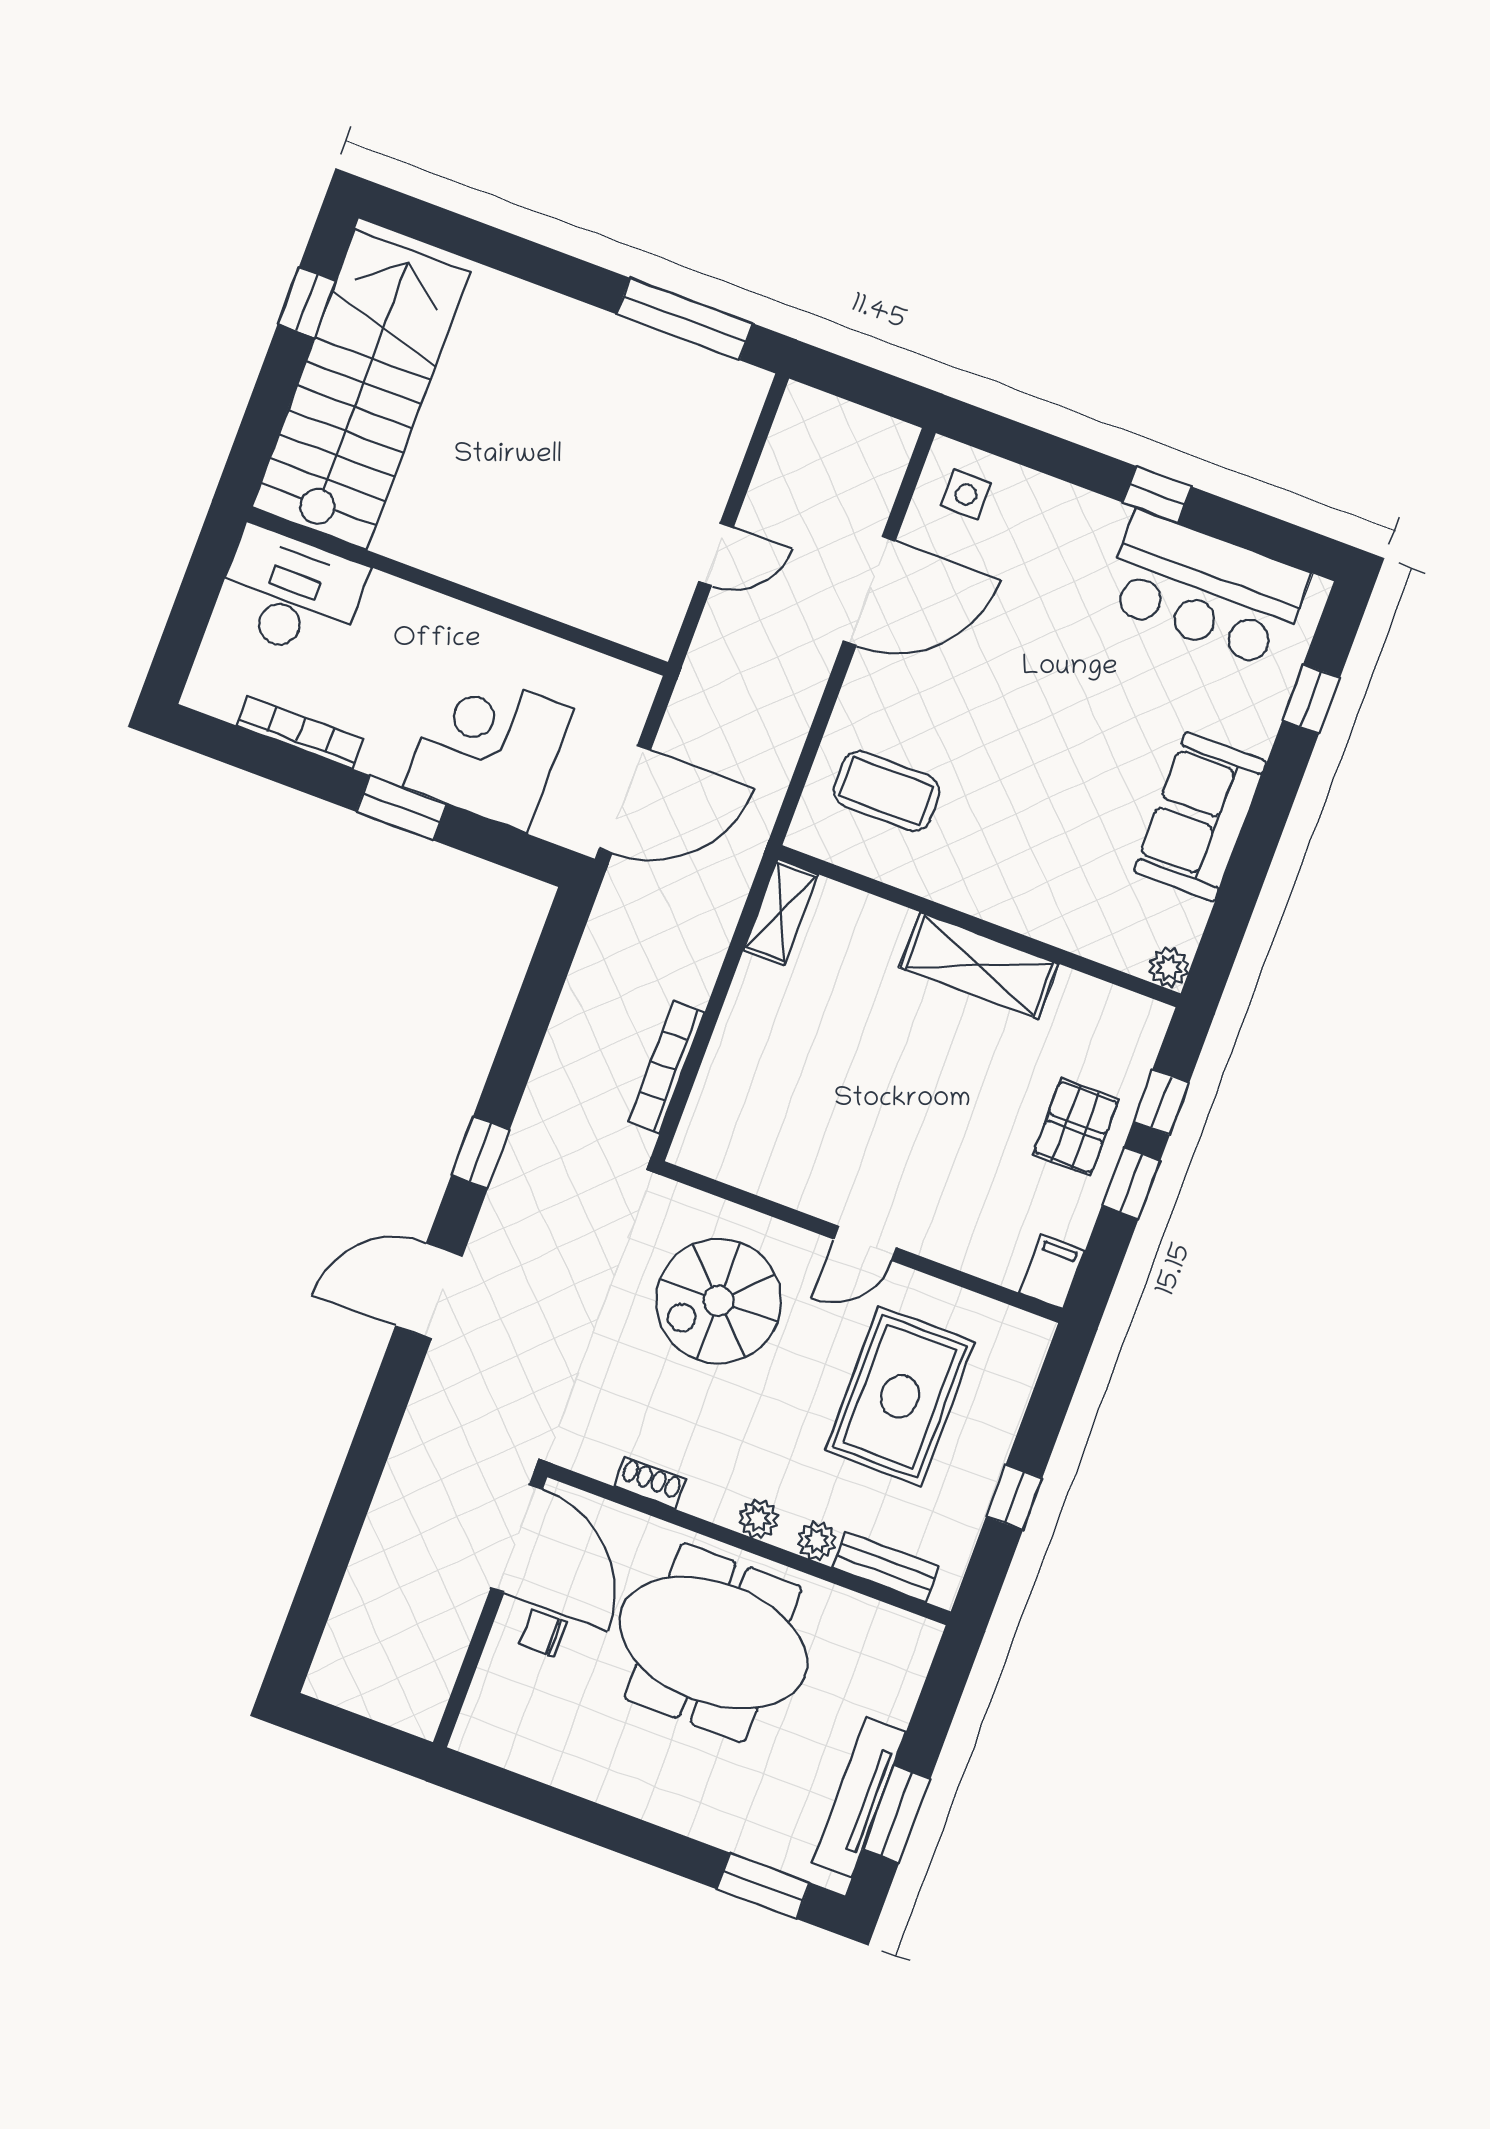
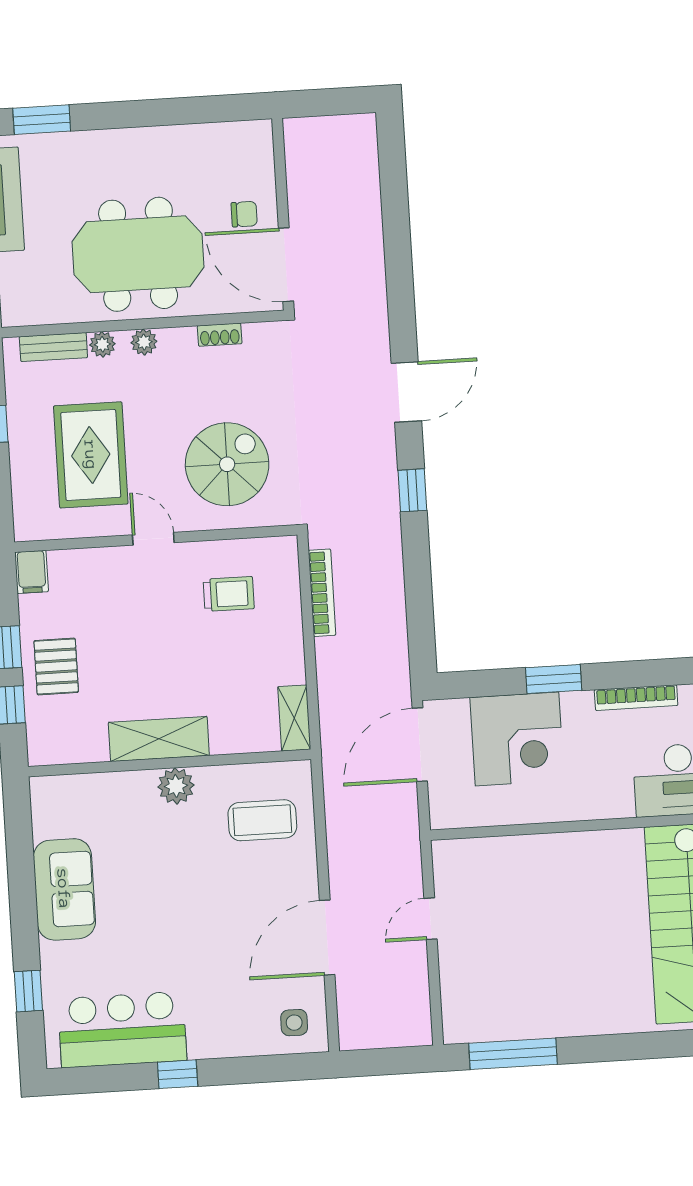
plant: (1169, 967) -> (176, 786), moved, width x1.38, depth x1.38
trolley: (795, 1122) -> (229, 594), added
door: (865, 1243) -> (153, 539), hinge flipped

